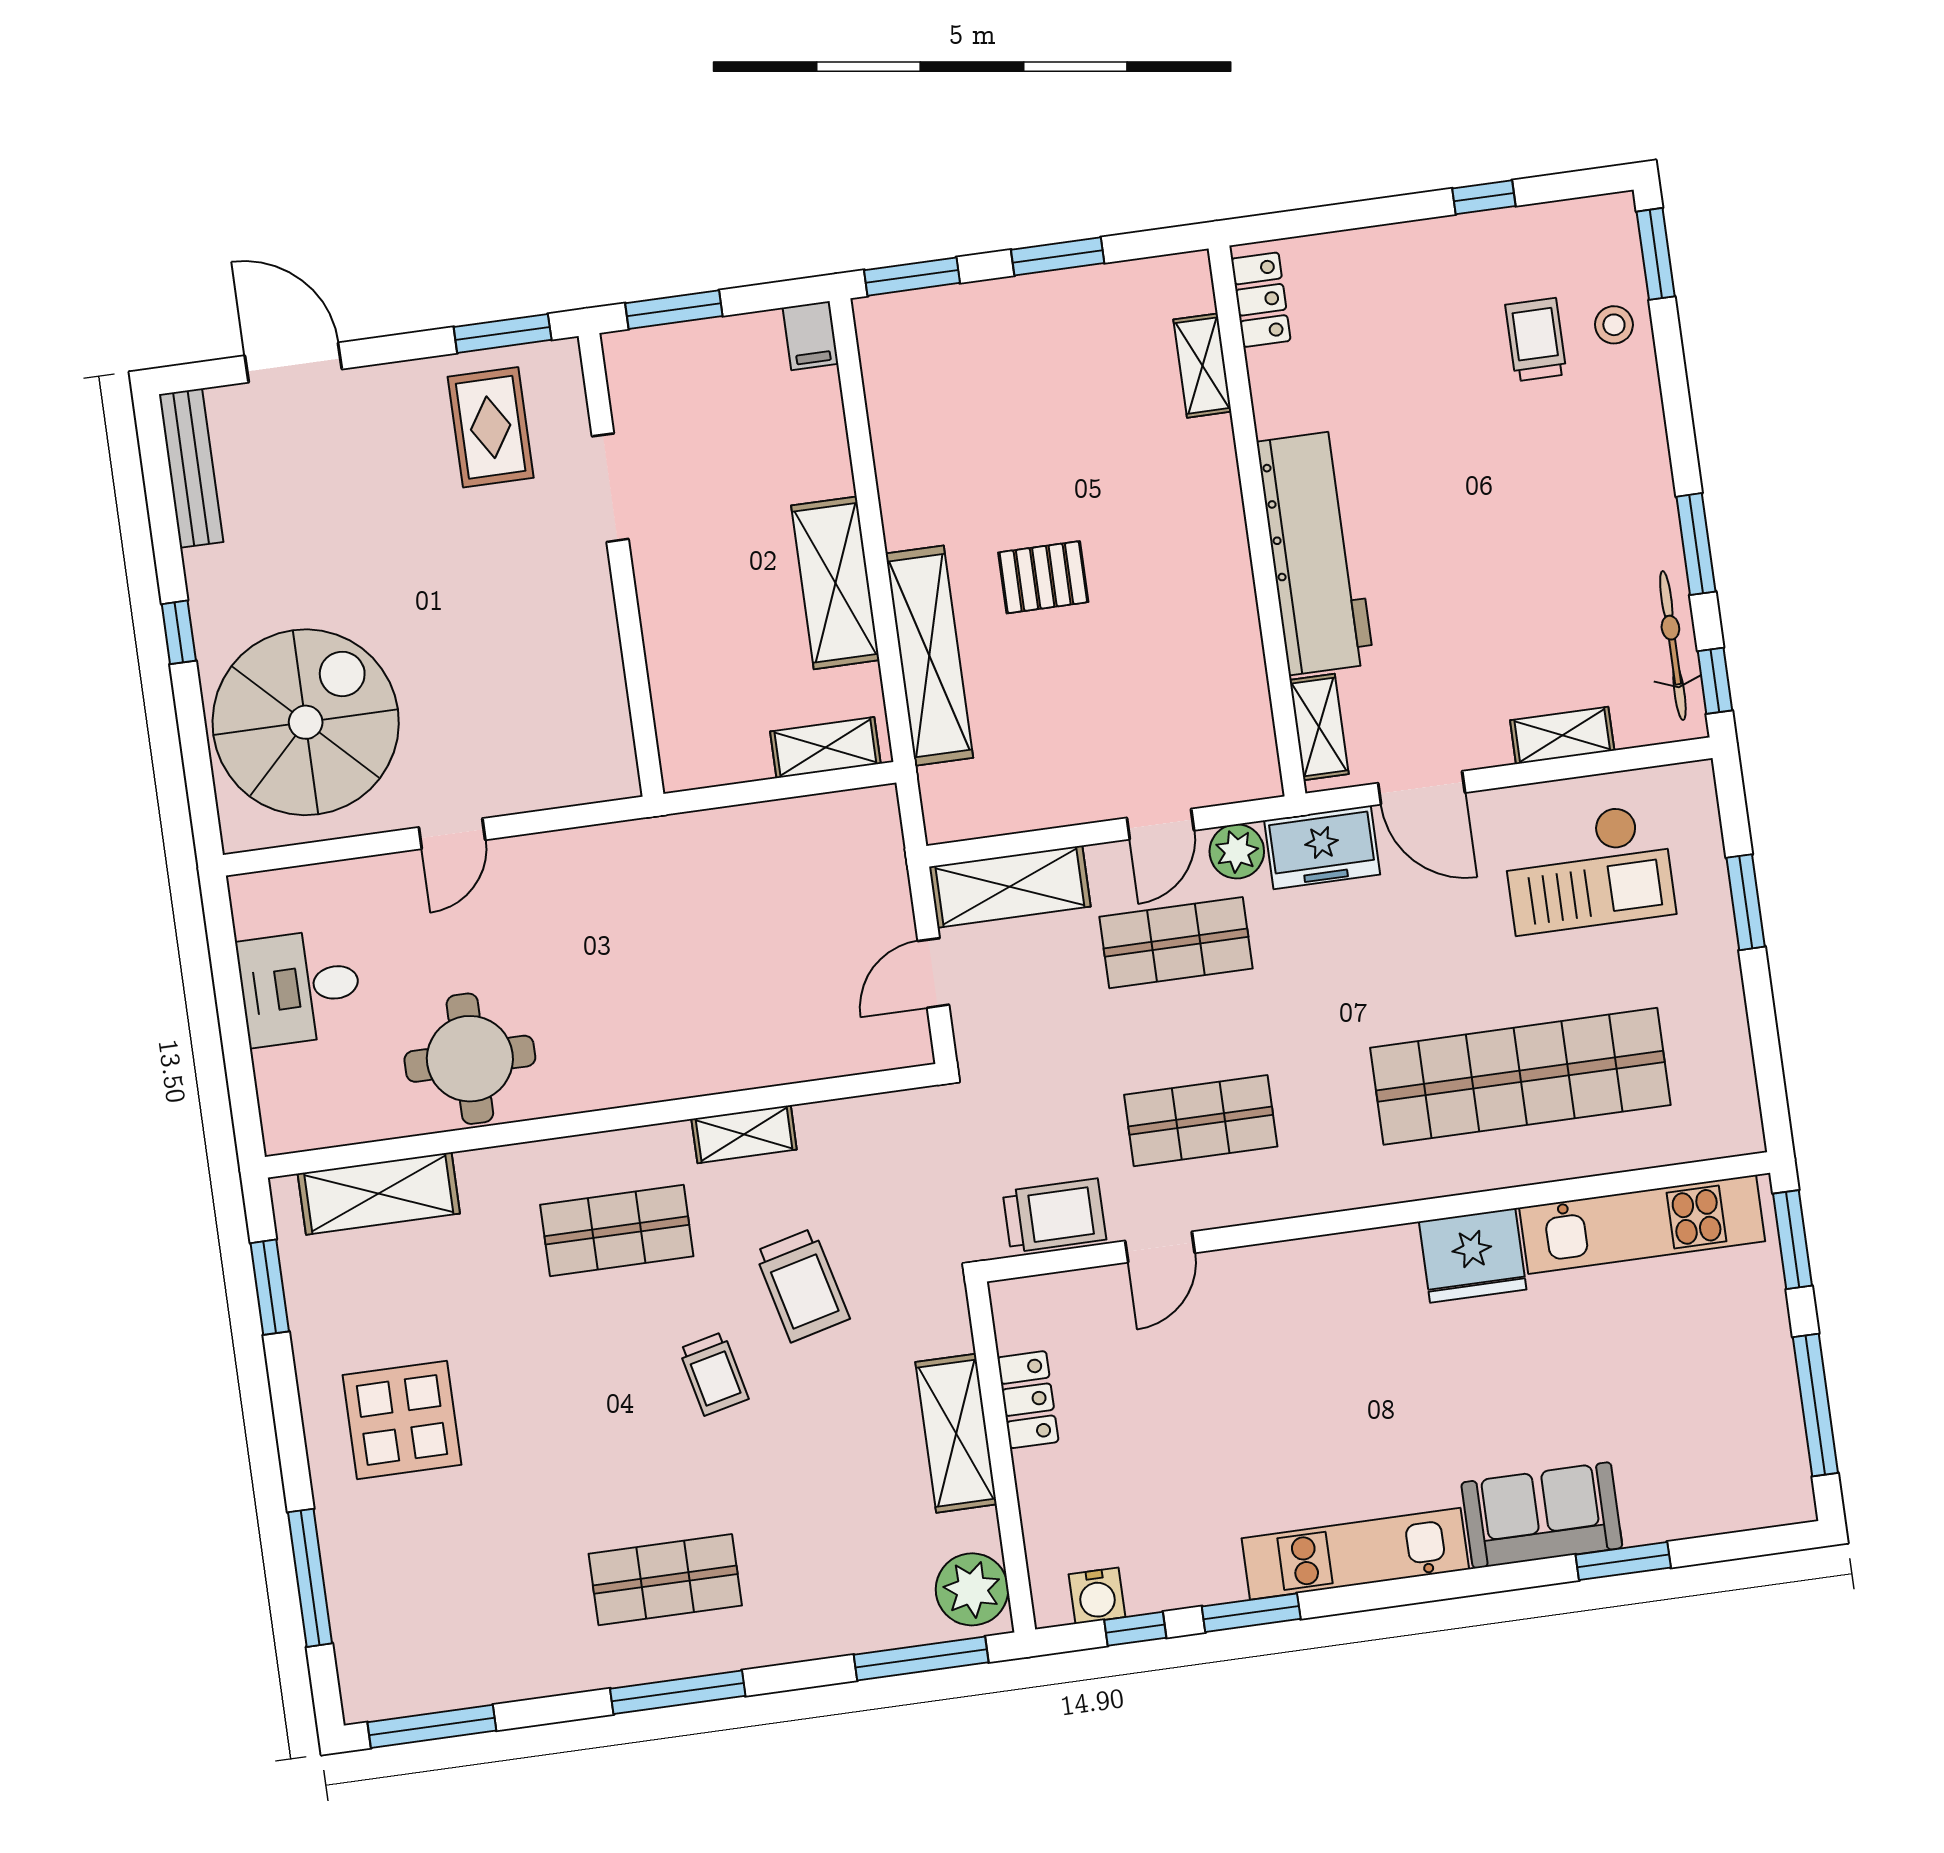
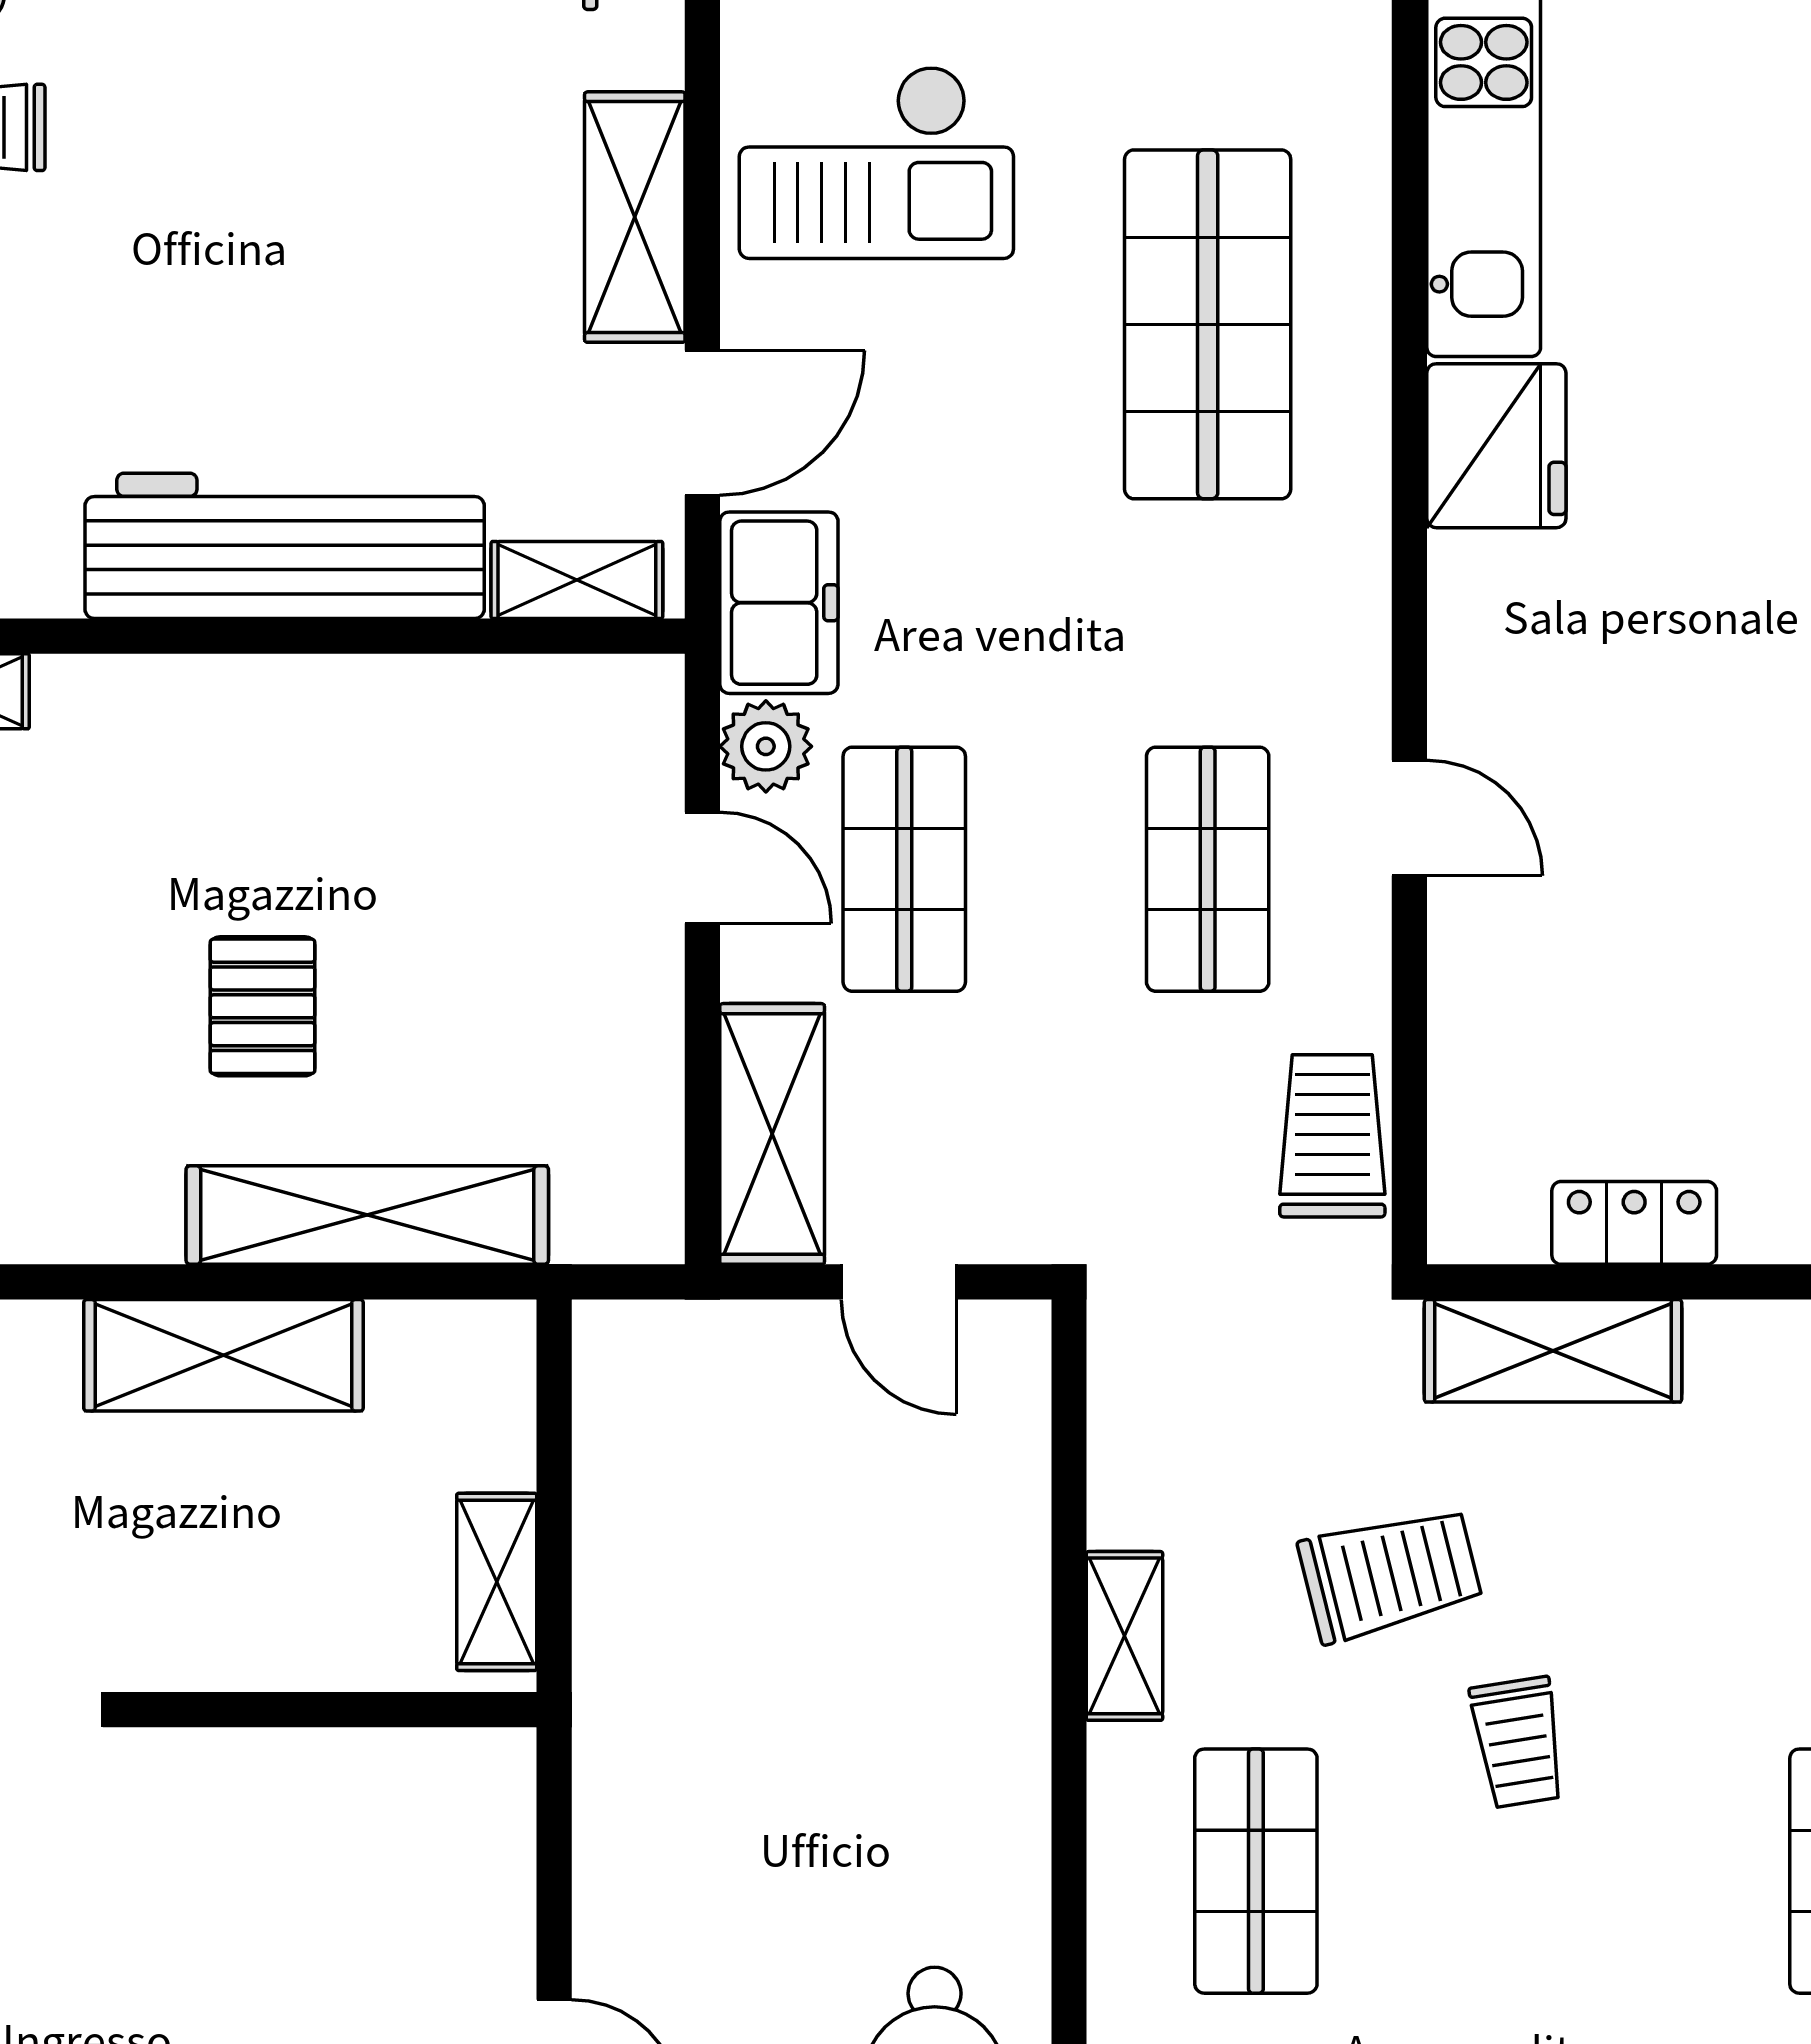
shelving: (1562, 735) -> (635, 217), width x1.50, depth x1.33
shelving: (825, 748) -> (497, 1582), moved
checkout: (1588, 869) -> (876, 162), turned 90
shop shelf: (1520, 1076) -> (1208, 324), width x0.71
door: (1160, 1247) -> (1409, 818), moved
trolley: (714, 1374) -> (1518, 1742), turned 94
shelving: (956, 1433) -> (1553, 1351), moved

